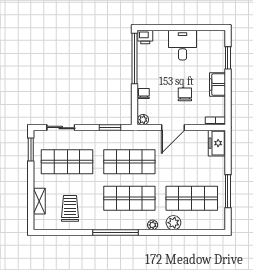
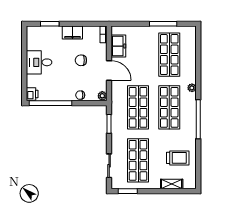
freezer: (217, 143) -> (118, 46), moved, turned -90
trolley: (70, 208) -> (178, 158), turned 180
plant: (173, 223) -> (190, 70), removed

